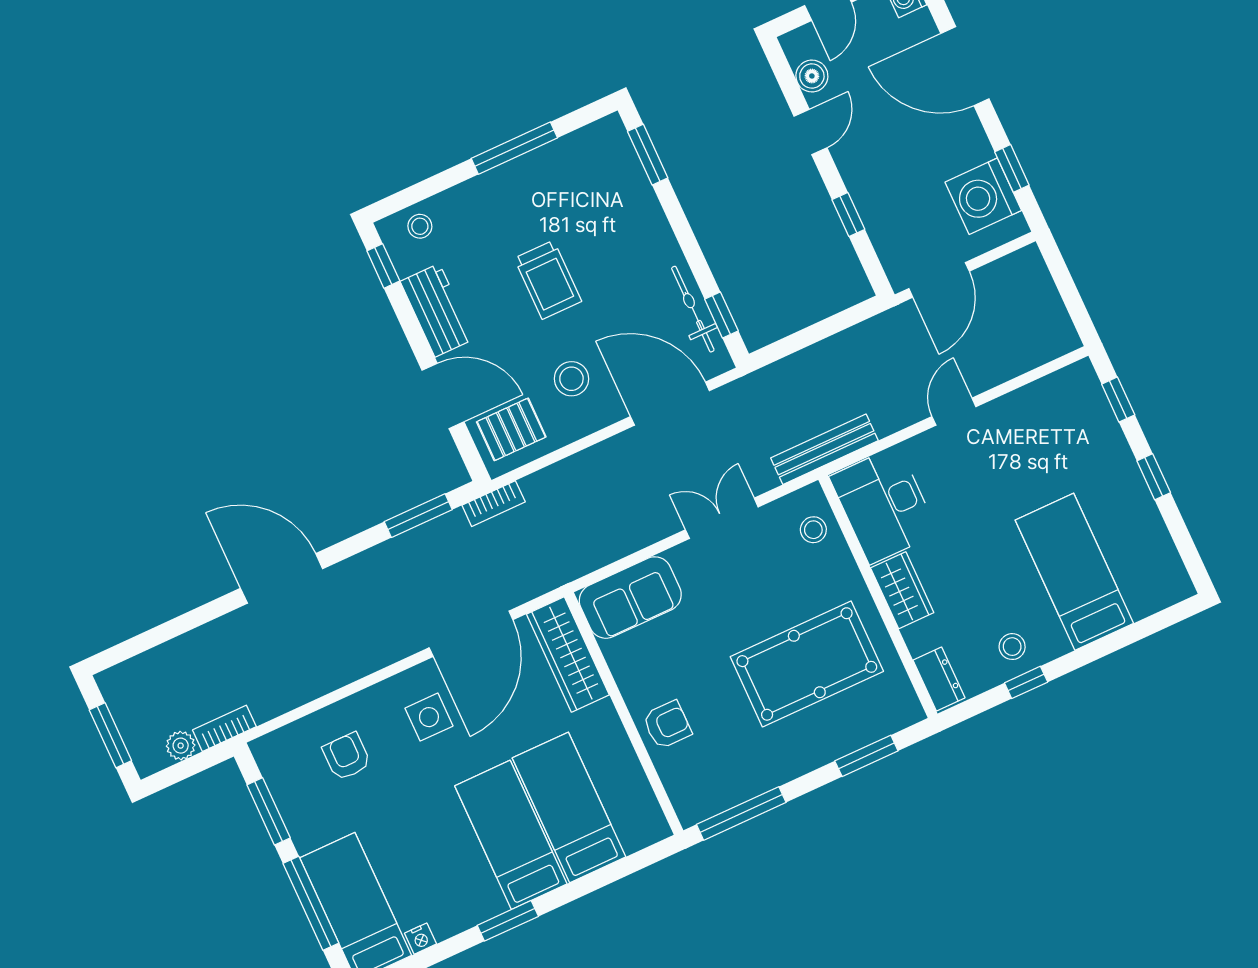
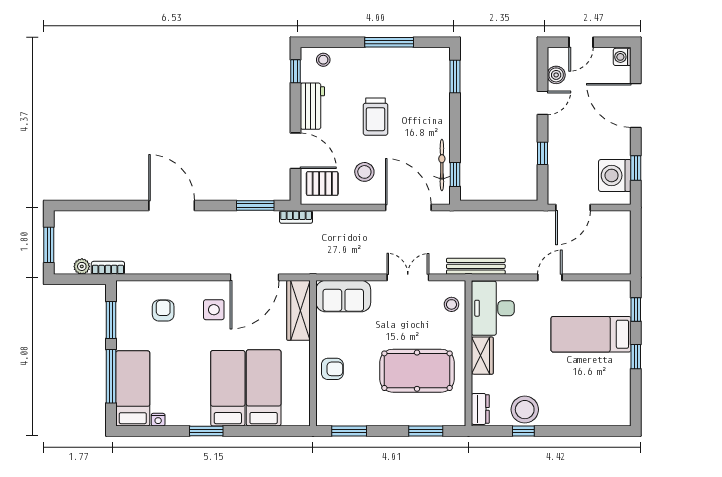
bed: (1074, 572) -> (591, 334), moved, turned -90
stool: (1012, 647) -> (525, 410), width x1.89, depth x1.89
window: (741, 813) -> (349, 431), width x0.69

